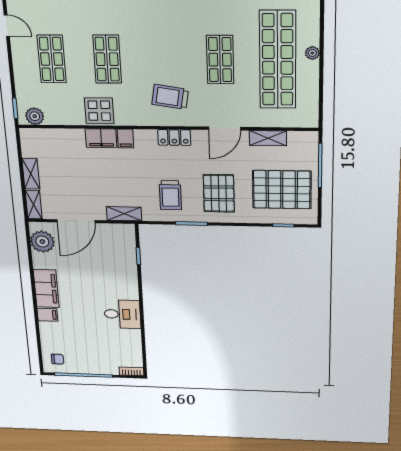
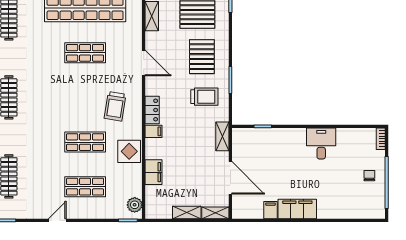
trolley: (170, 97) -> (115, 106), moved
door: (225, 128) -> (144, 63), moved
locker: (174, 137) -> (152, 110), moved
filing cabinet: (101, 138) -> (153, 172), moved
pallet: (219, 193) -> (202, 57), turned 90
plant: (42, 242) -> (251, 208), removed
filing cabinet: (47, 315) -> (271, 210), moved
chair: (58, 359) -> (369, 176), moved

